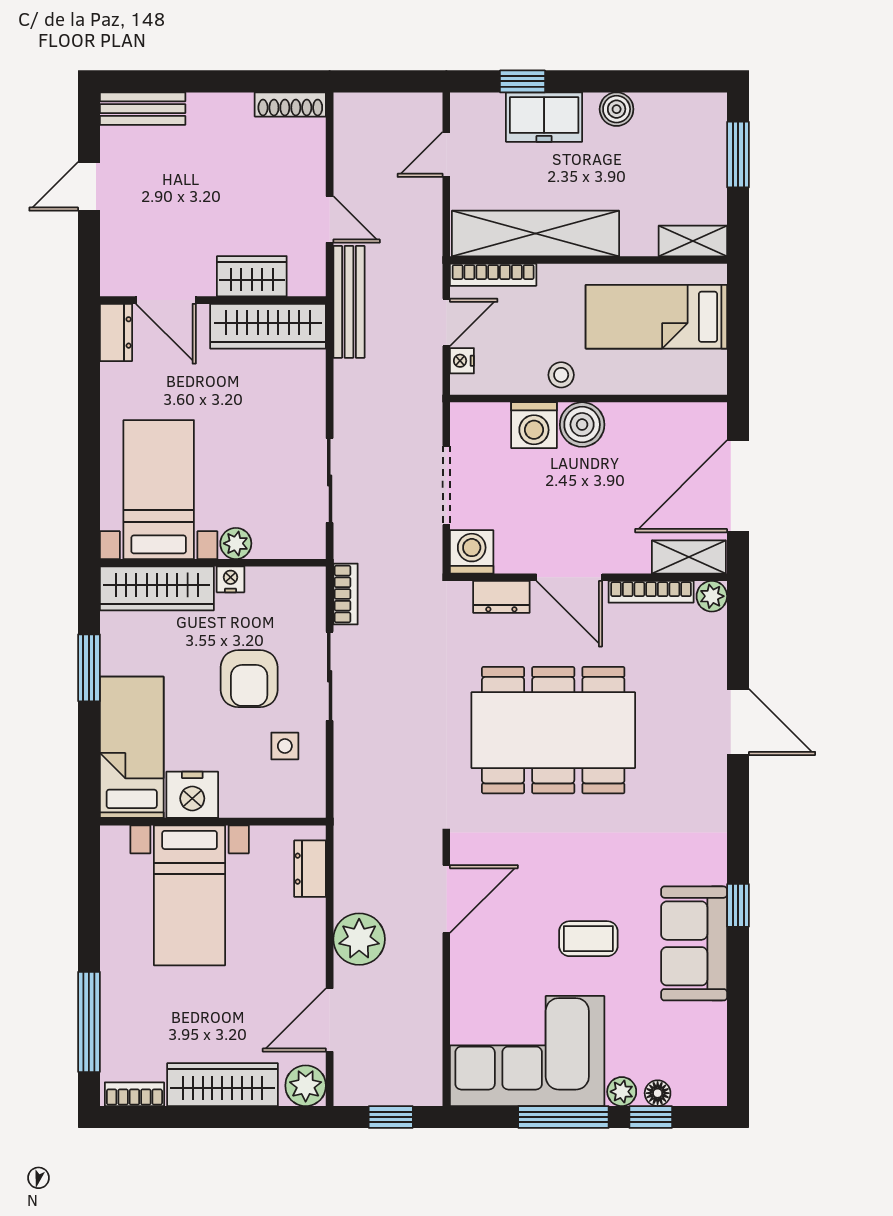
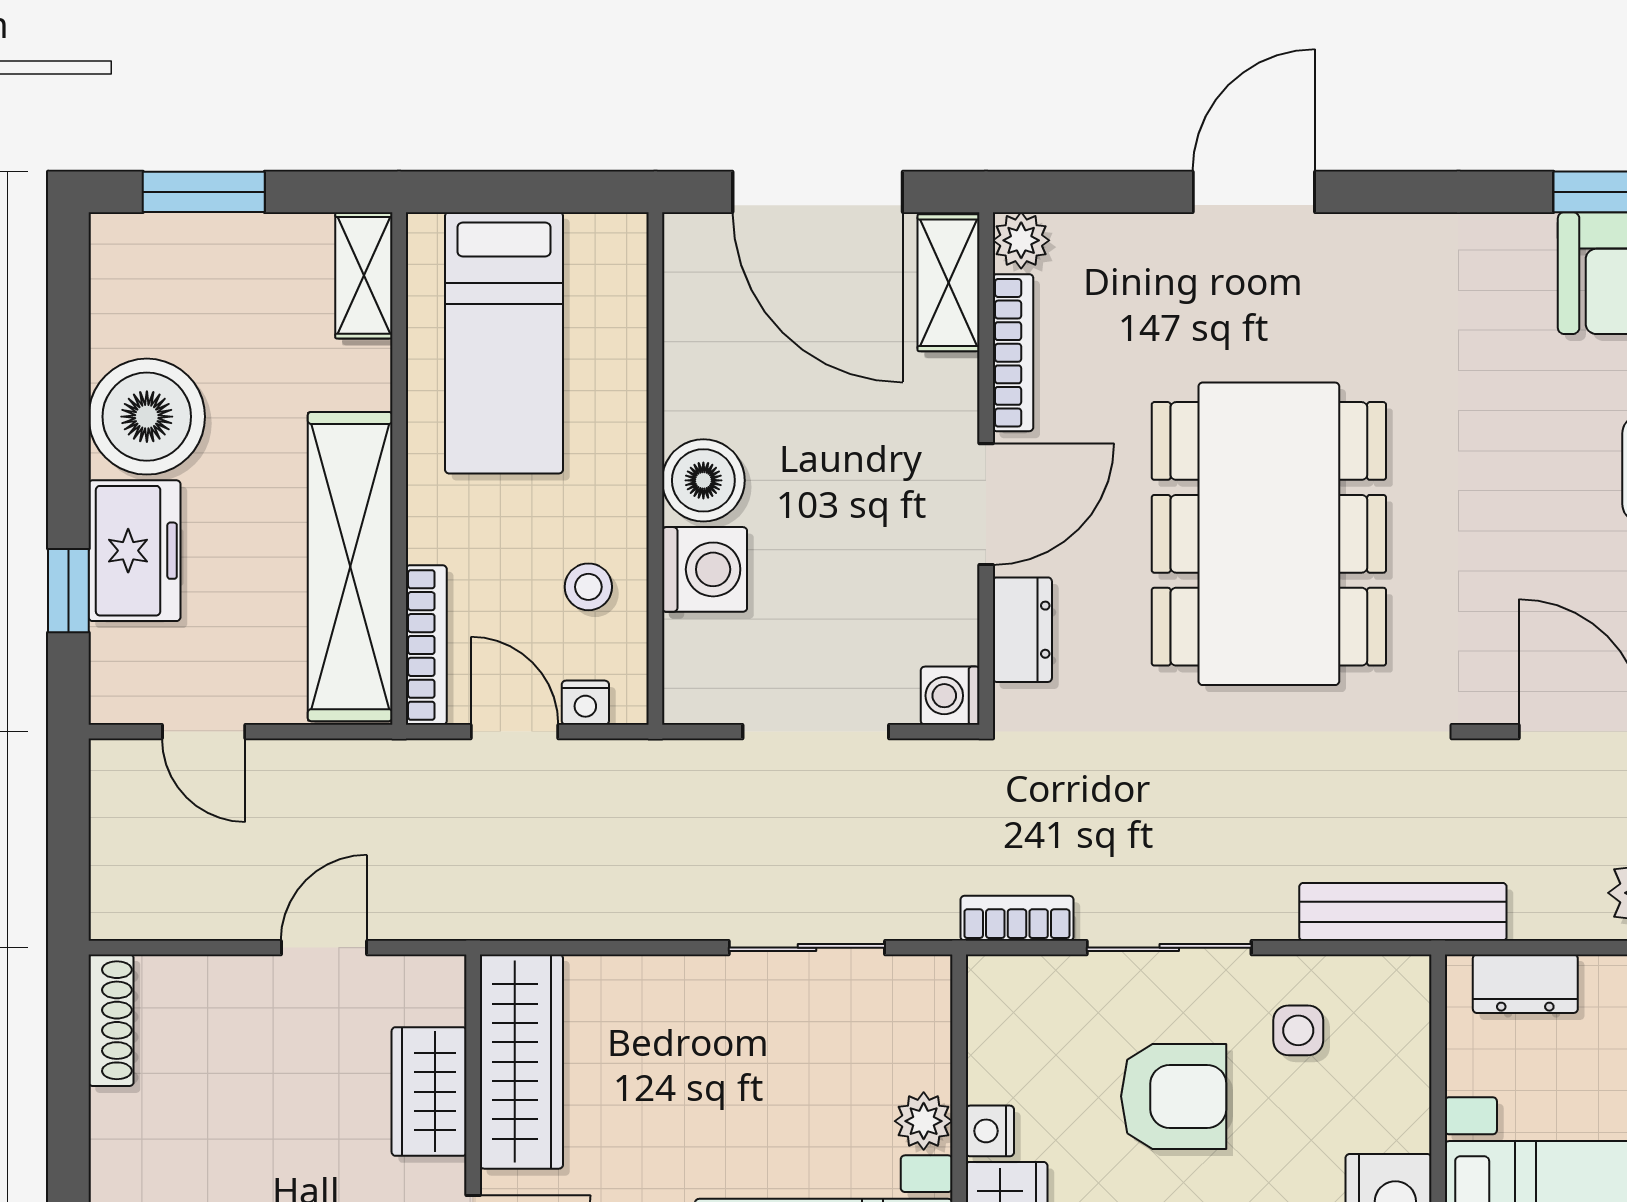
boiler: (617, 109) -> (147, 417), width x1.86, depth x1.86
bench: (349, 302) -> (1403, 912), moved
stool: (561, 375) -> (588, 587), moved
washing machine: (472, 552) -> (950, 696), width x0.73, depth x0.73

